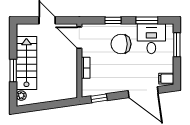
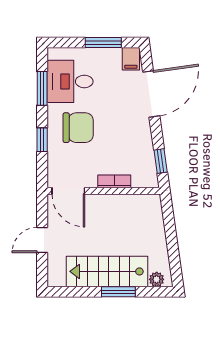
door: (79, 38) -> (68, 191), hinge flipped
chair: (121, 44) -> (78, 128), turned -90
window: (177, 45) -> (103, 43), moved

